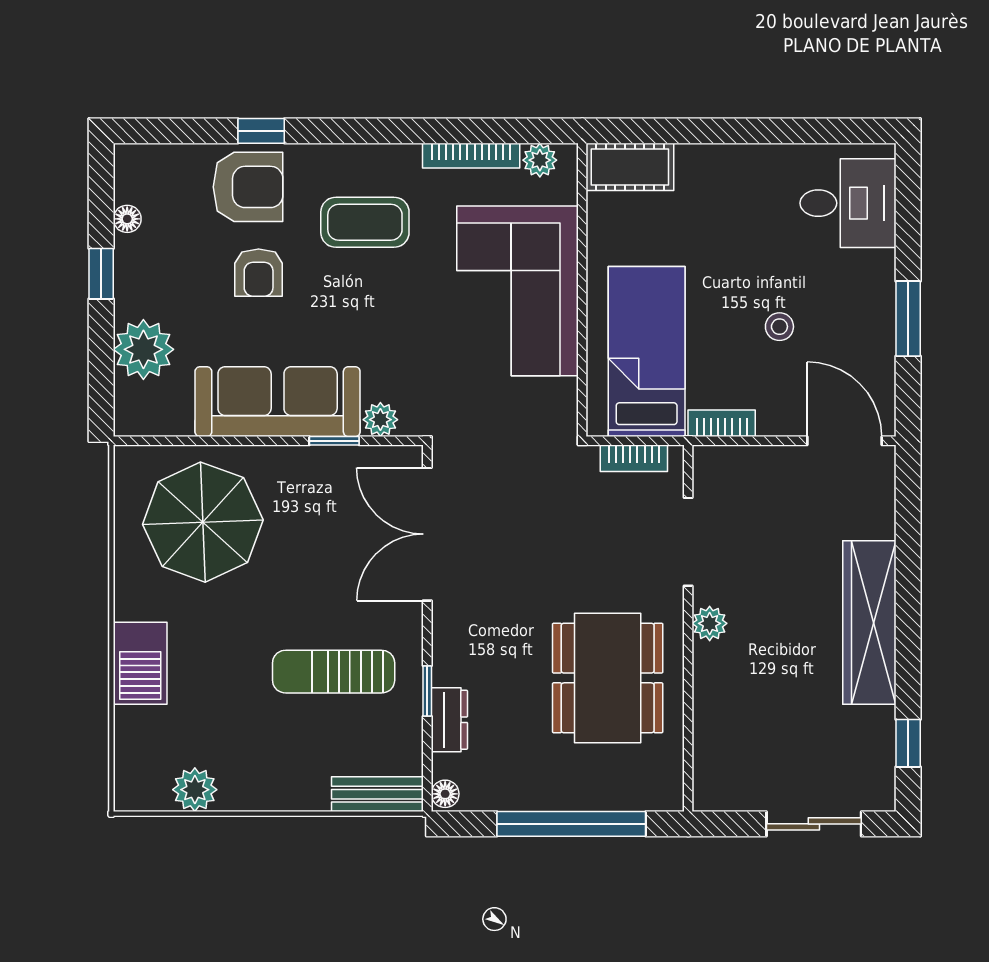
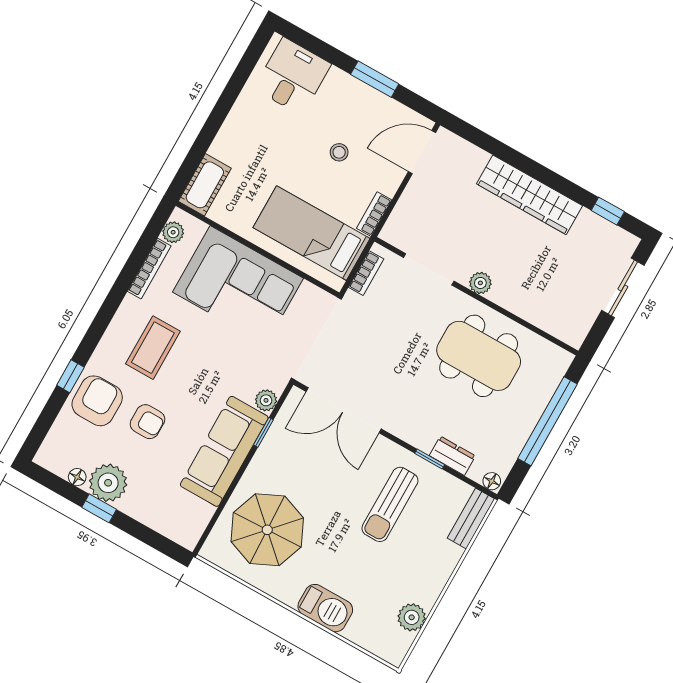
plant: (143, 349) -> (108, 483), moved

